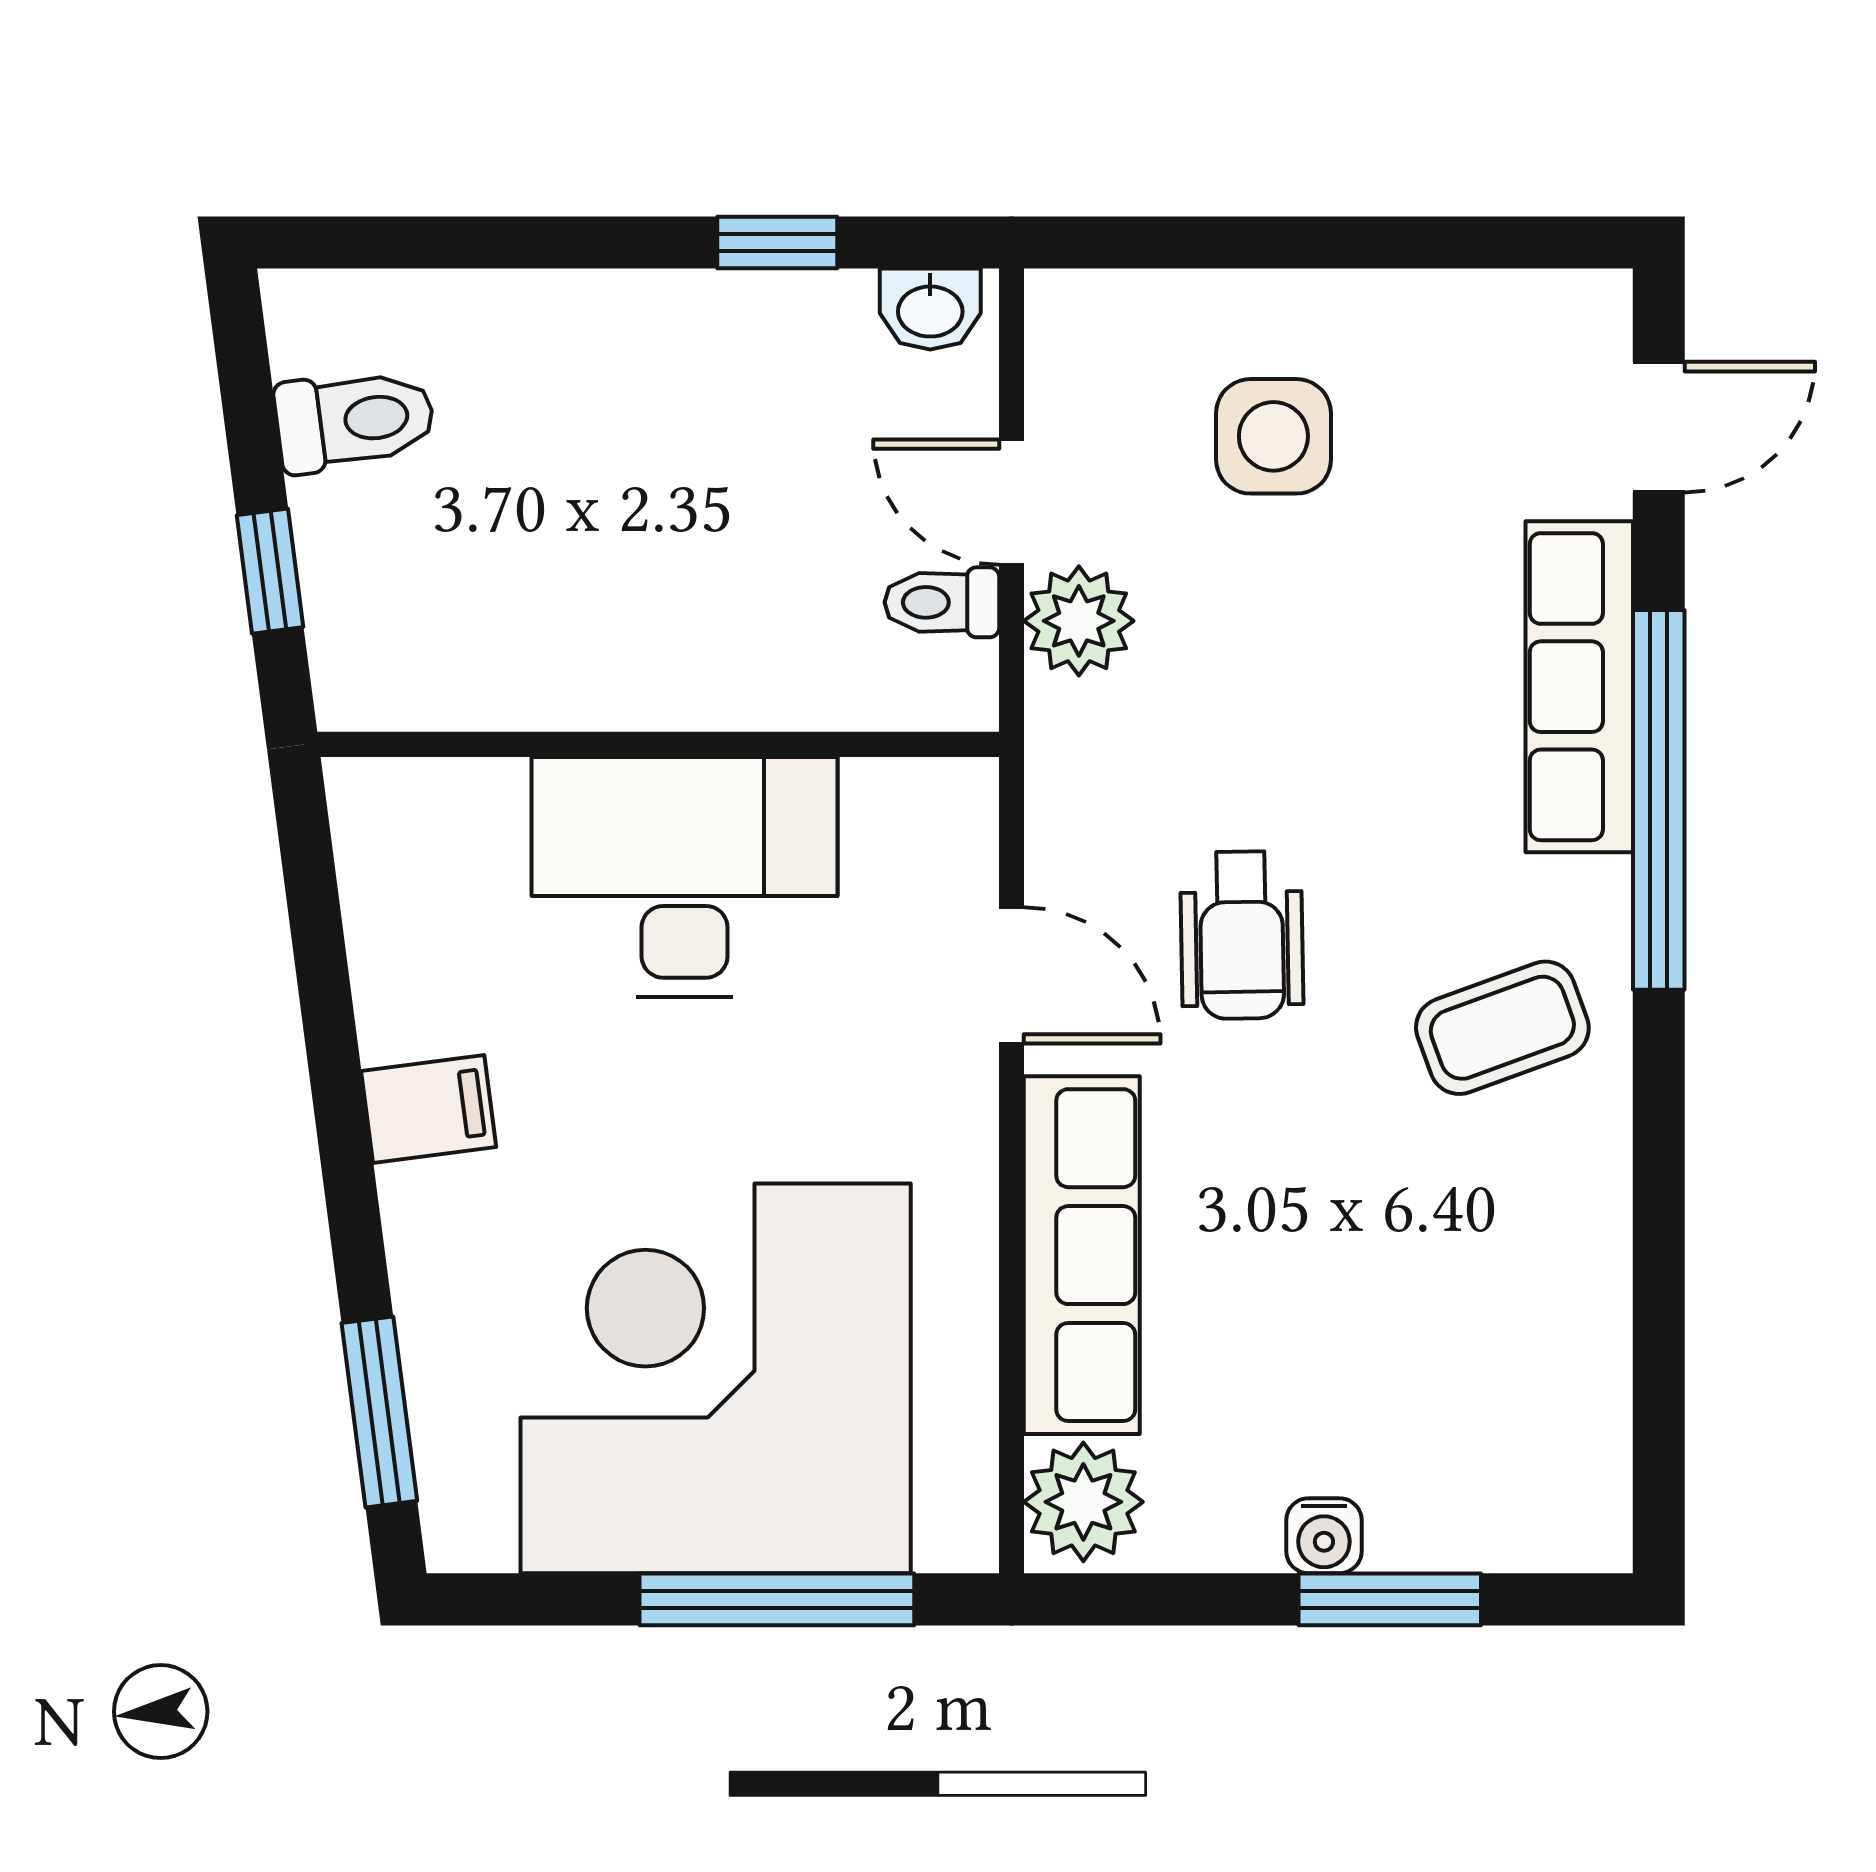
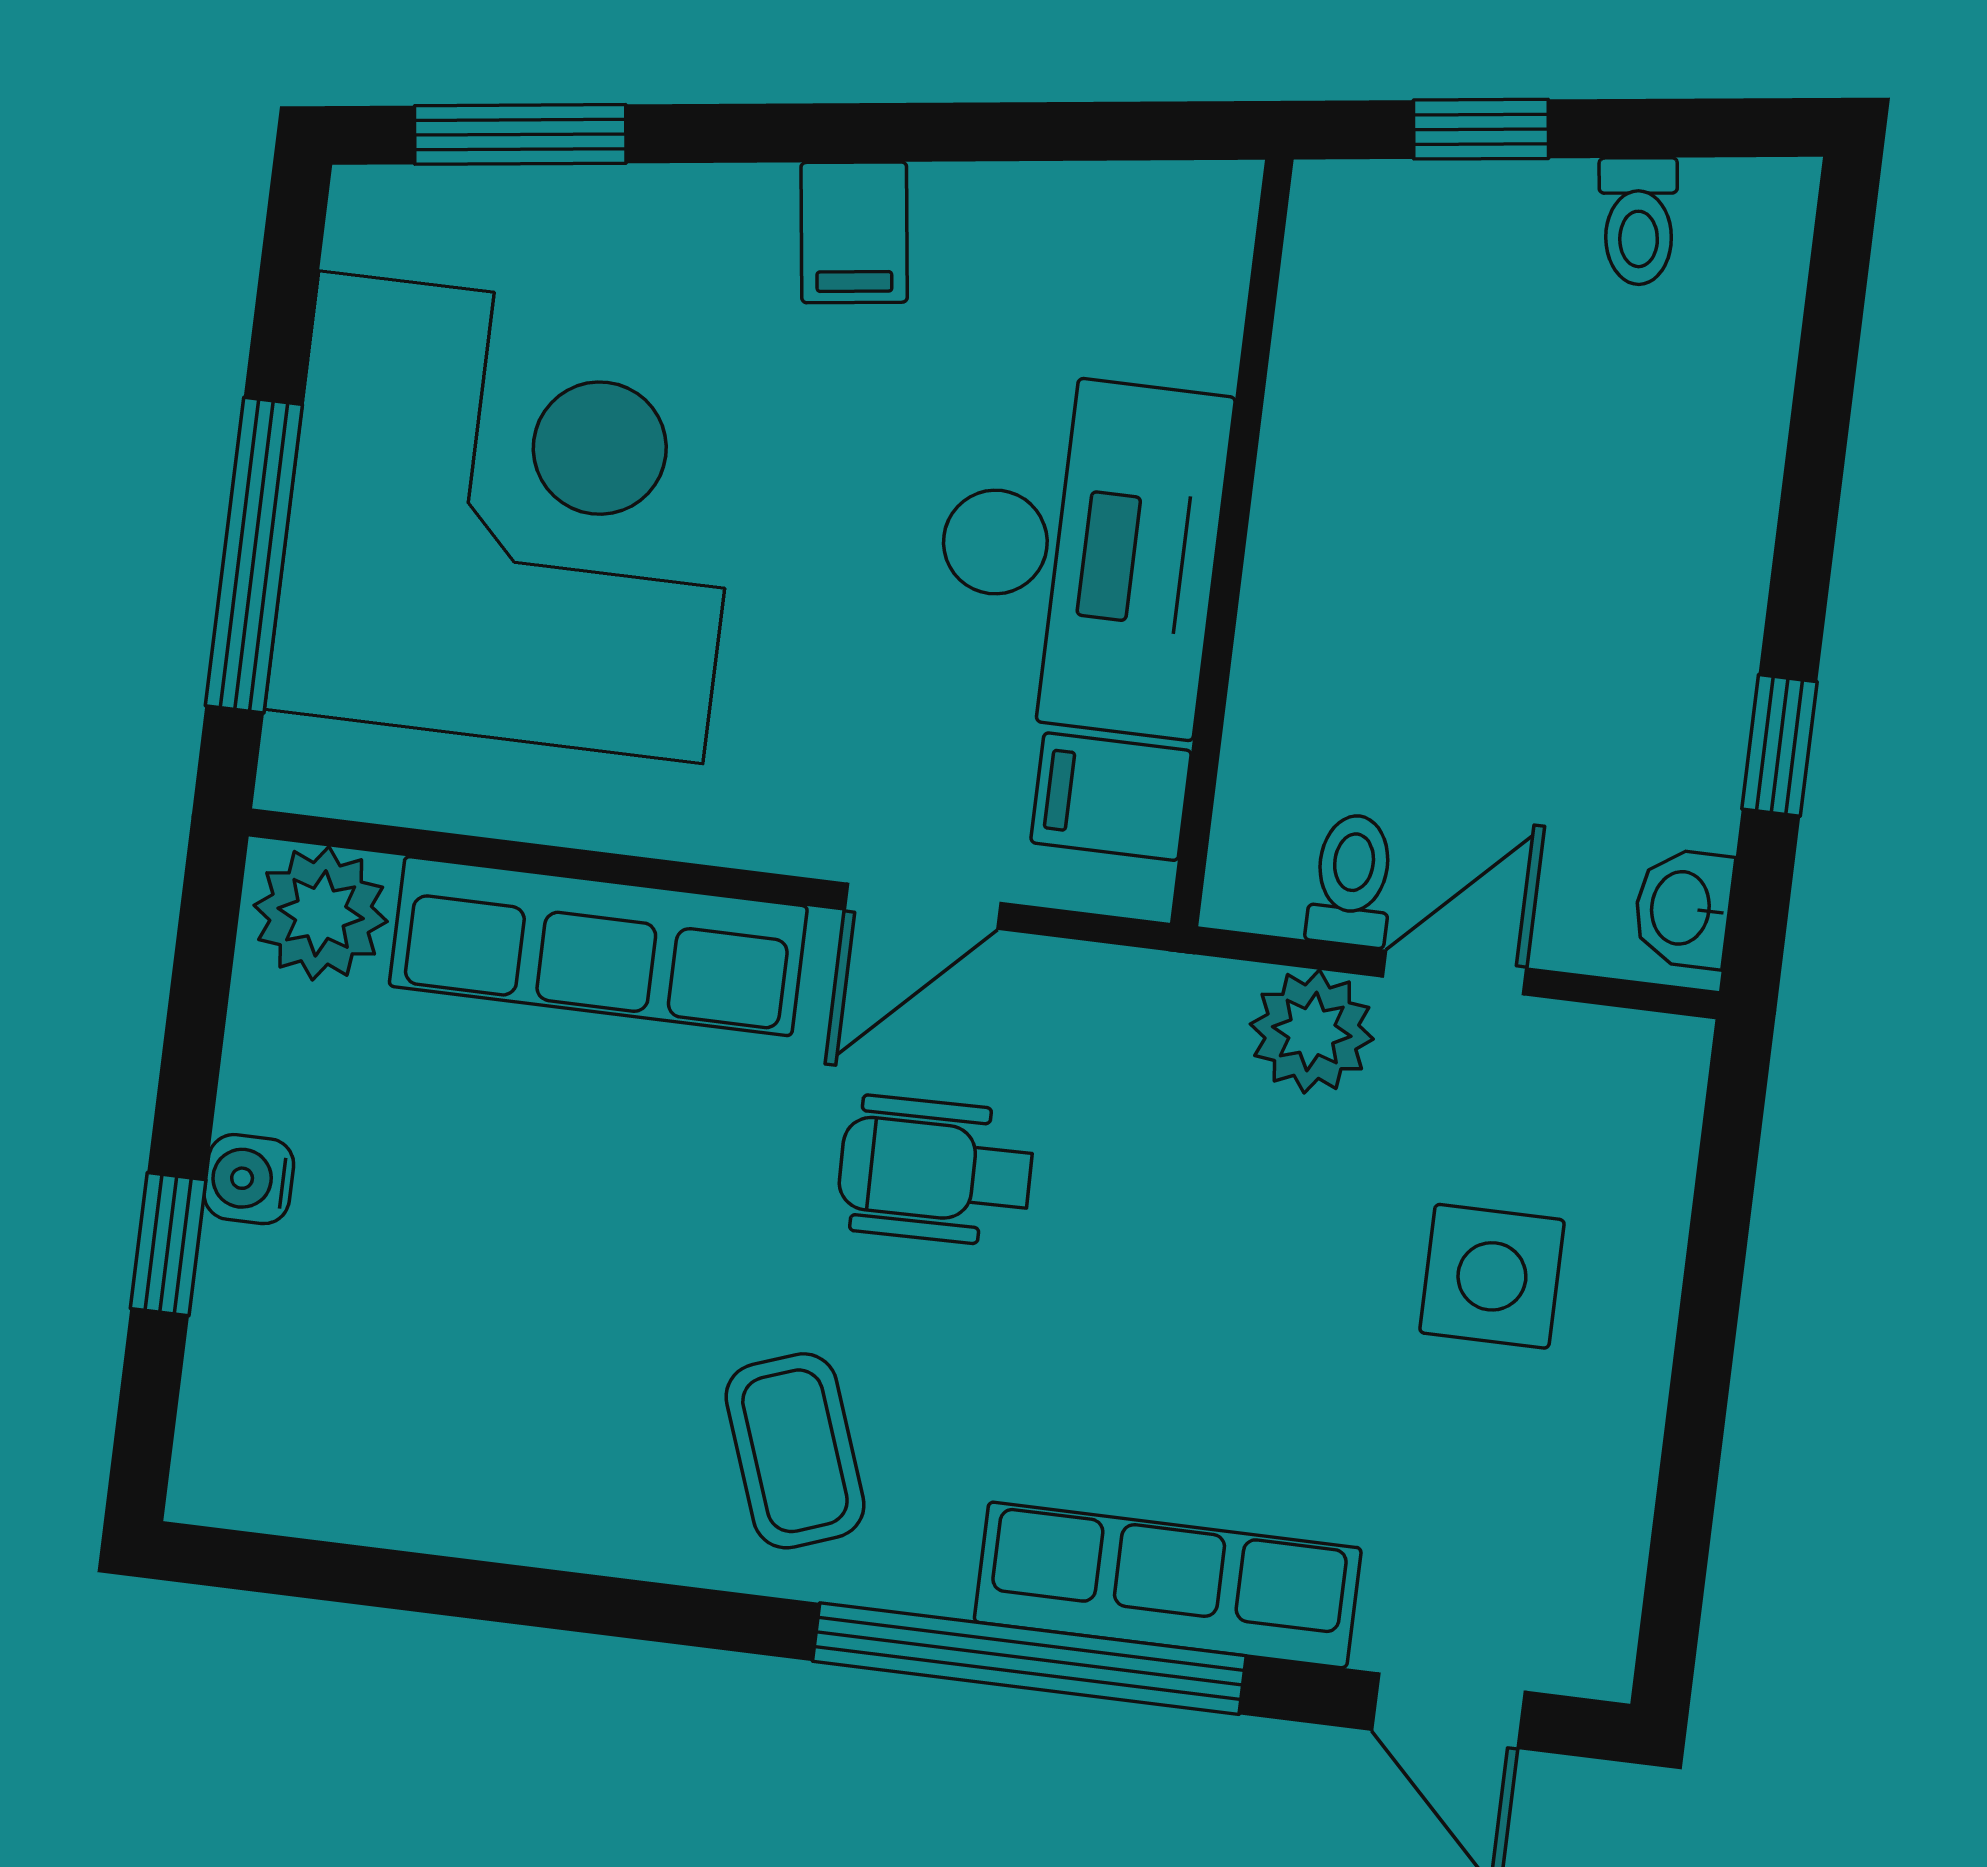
toilet: (355, 420) -> (1638, 221), width x0.73, depth x0.72
filing cabinet: (895, 822) -> (1111, 797), added
window: (1390, 1599) -> (168, 1244), width x0.67

